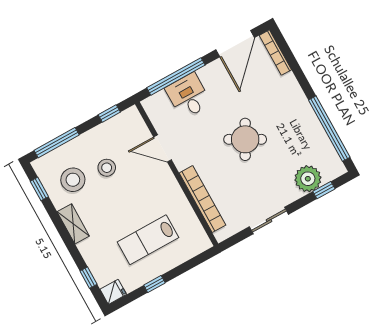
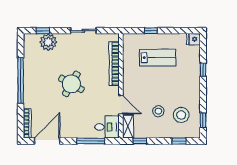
window: (176, 76) -> (91, 141), width x0.68
desk: (188, 96) -> (107, 127), moved, turned -90
window: (329, 129) -> (21, 80), moved
window: (57, 143) -> (179, 141), width x0.46
shelving: (73, 224) -> (128, 126), moved
window: (88, 278) -> (203, 70), moved
window: (154, 284) -> (151, 31), moved

